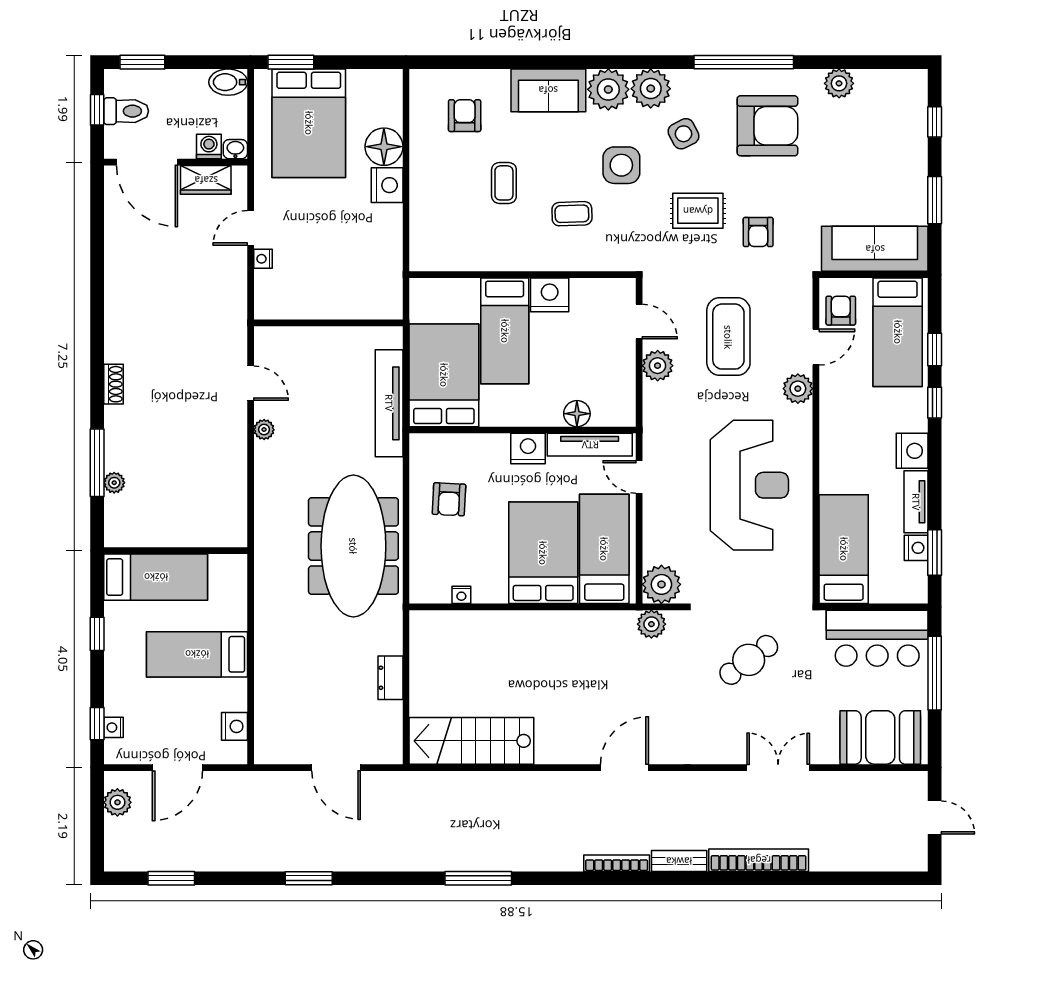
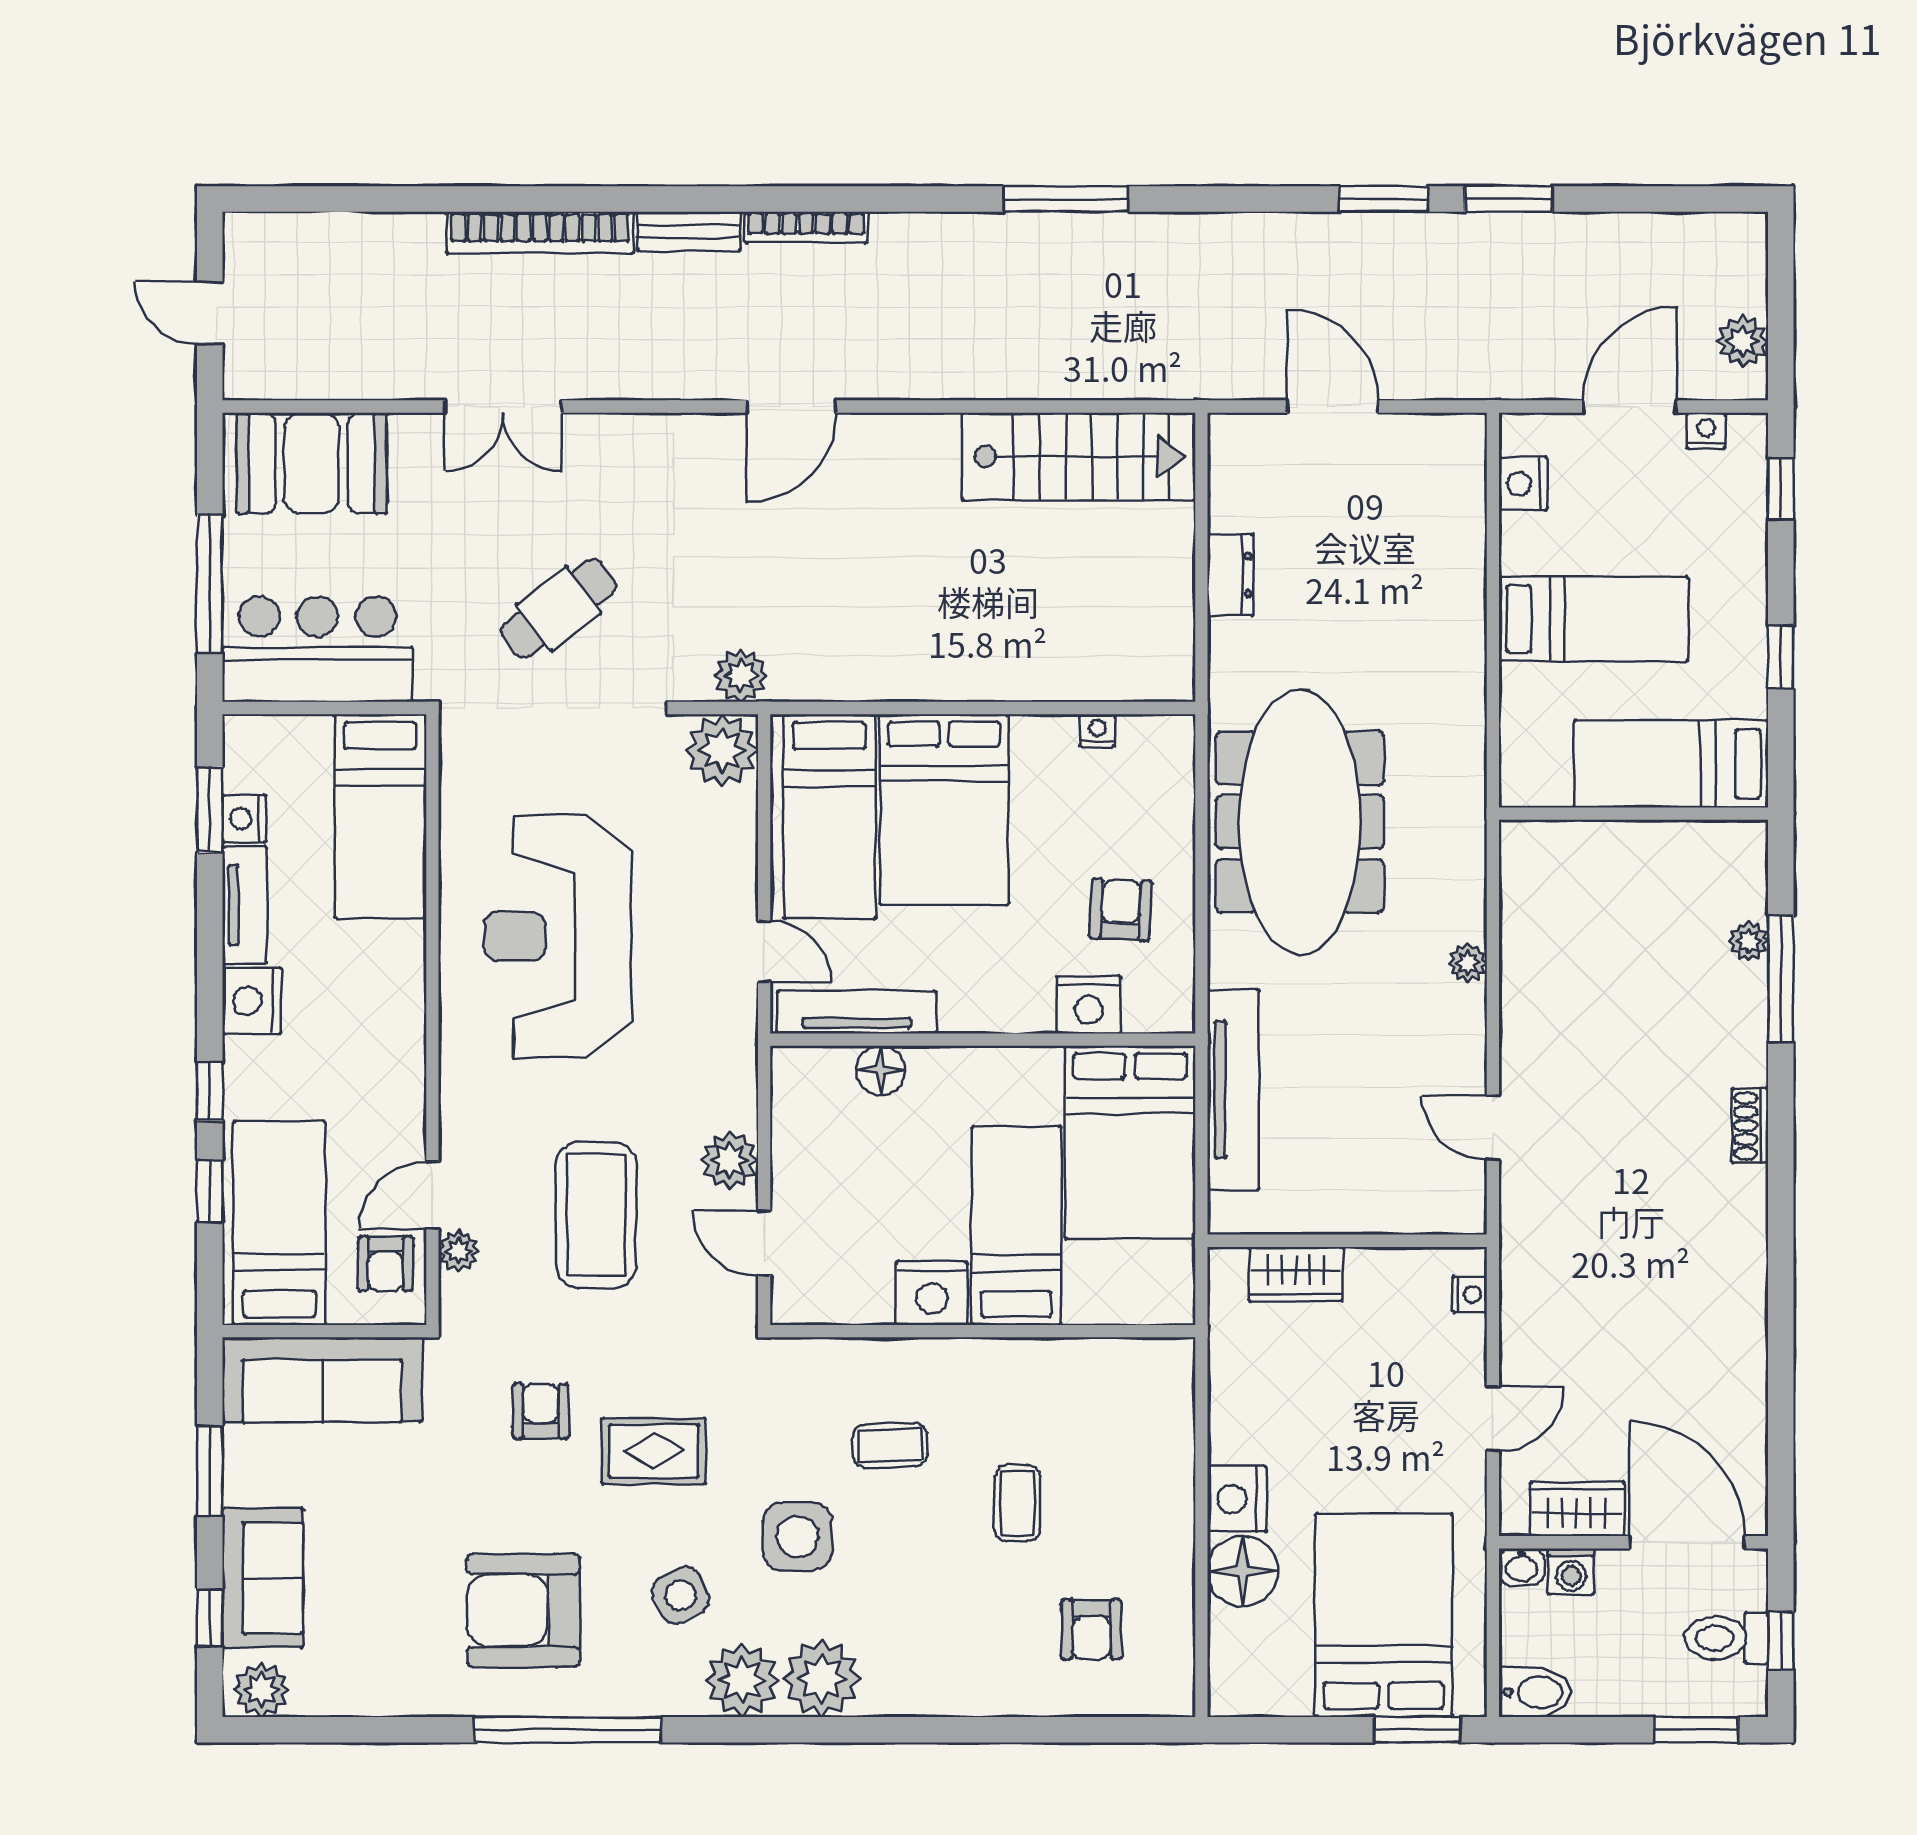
plant: (839, 83) -> (261, 1690), moved
sofa: (548, 90) -> (263, 1578), moved, turned 90
nightstand: (263, 259) -> (1470, 1294), moved
wardrobe: (356, 305) -> (1296, 1274), added
plant: (798, 389) -> (459, 1251), moved, width x0.73, depth x0.73
plant: (264, 430) -> (1468, 963), moved
nightstand: (528, 449) -> (1089, 1005), moved
nightstand: (113, 727) -> (1706, 431), moved, turned -90
window: (171, 878) -> (1509, 199), moved

